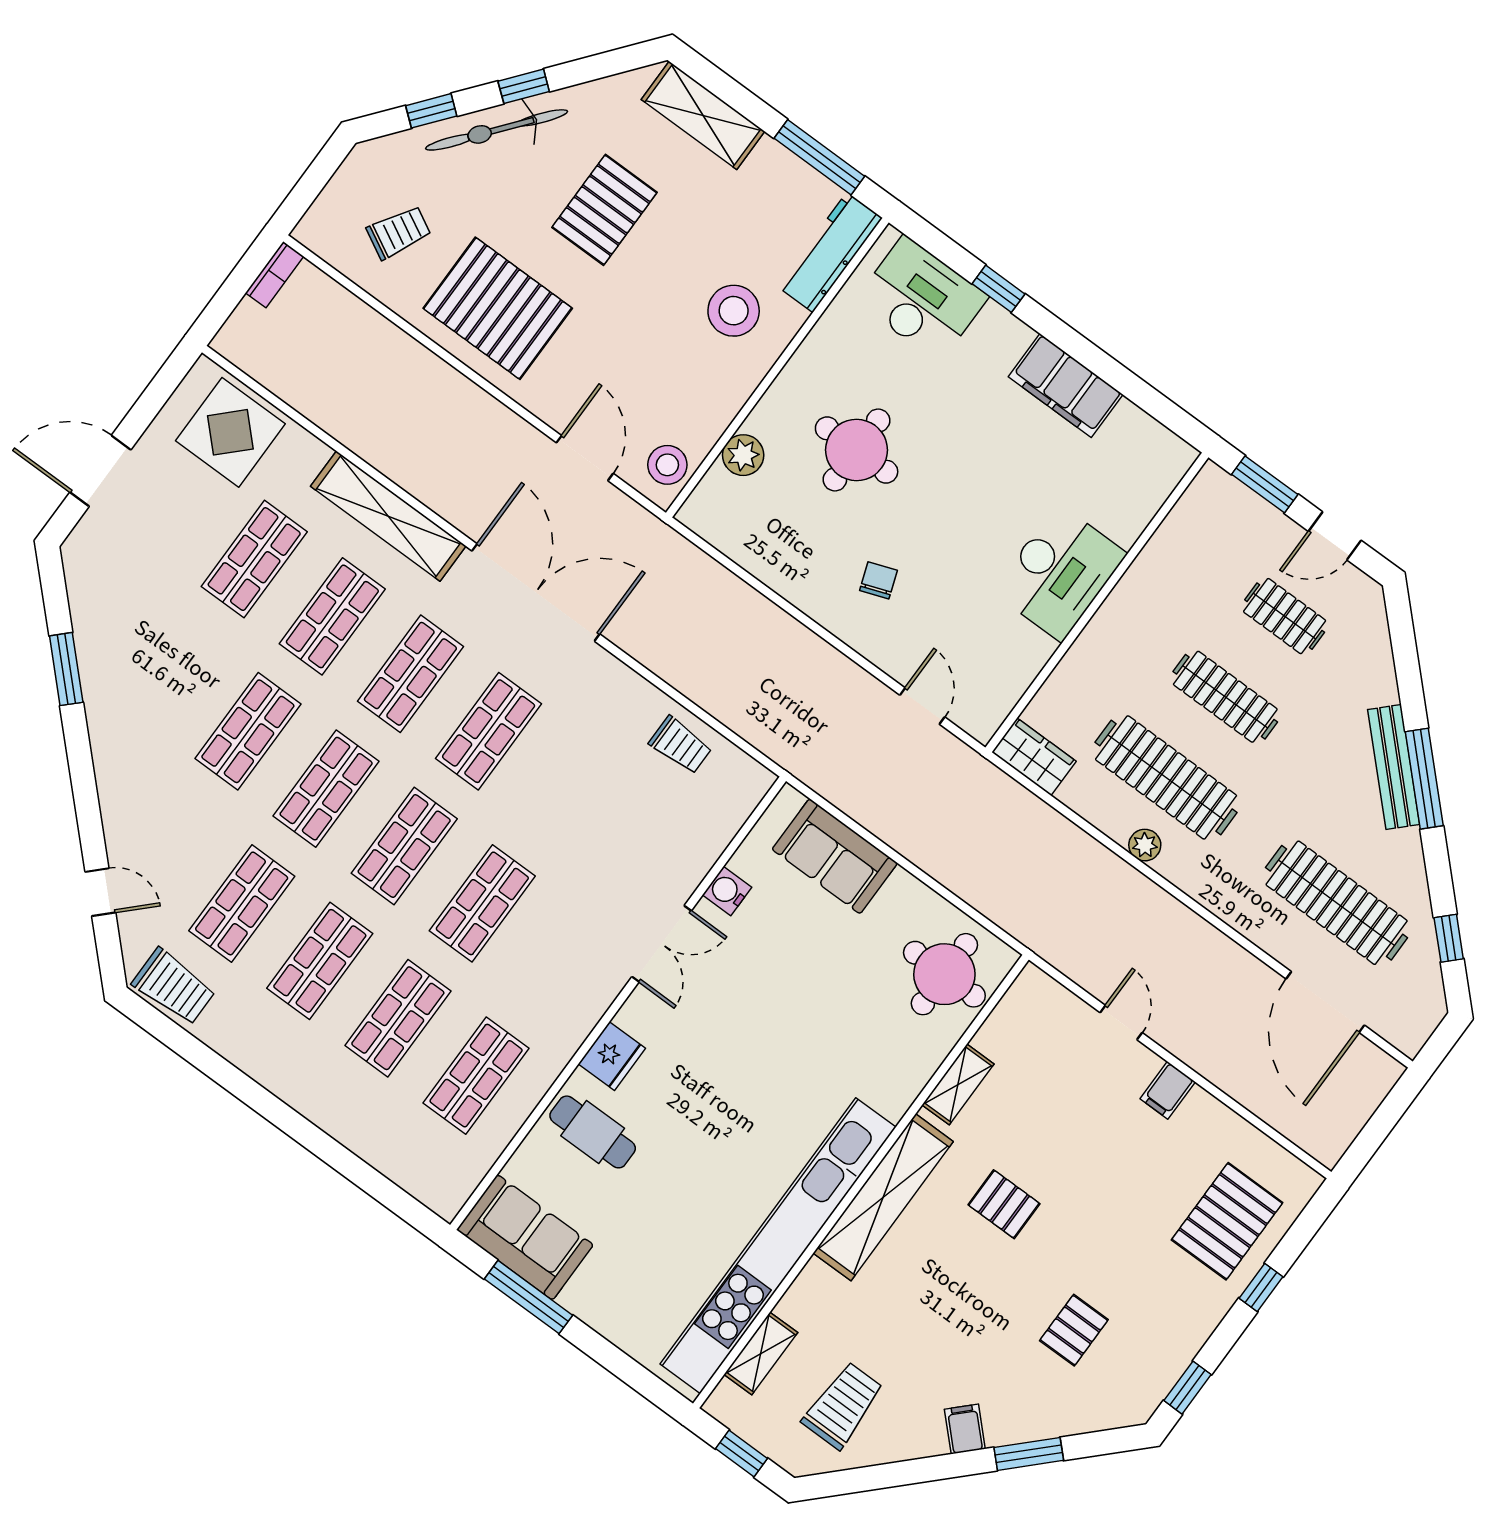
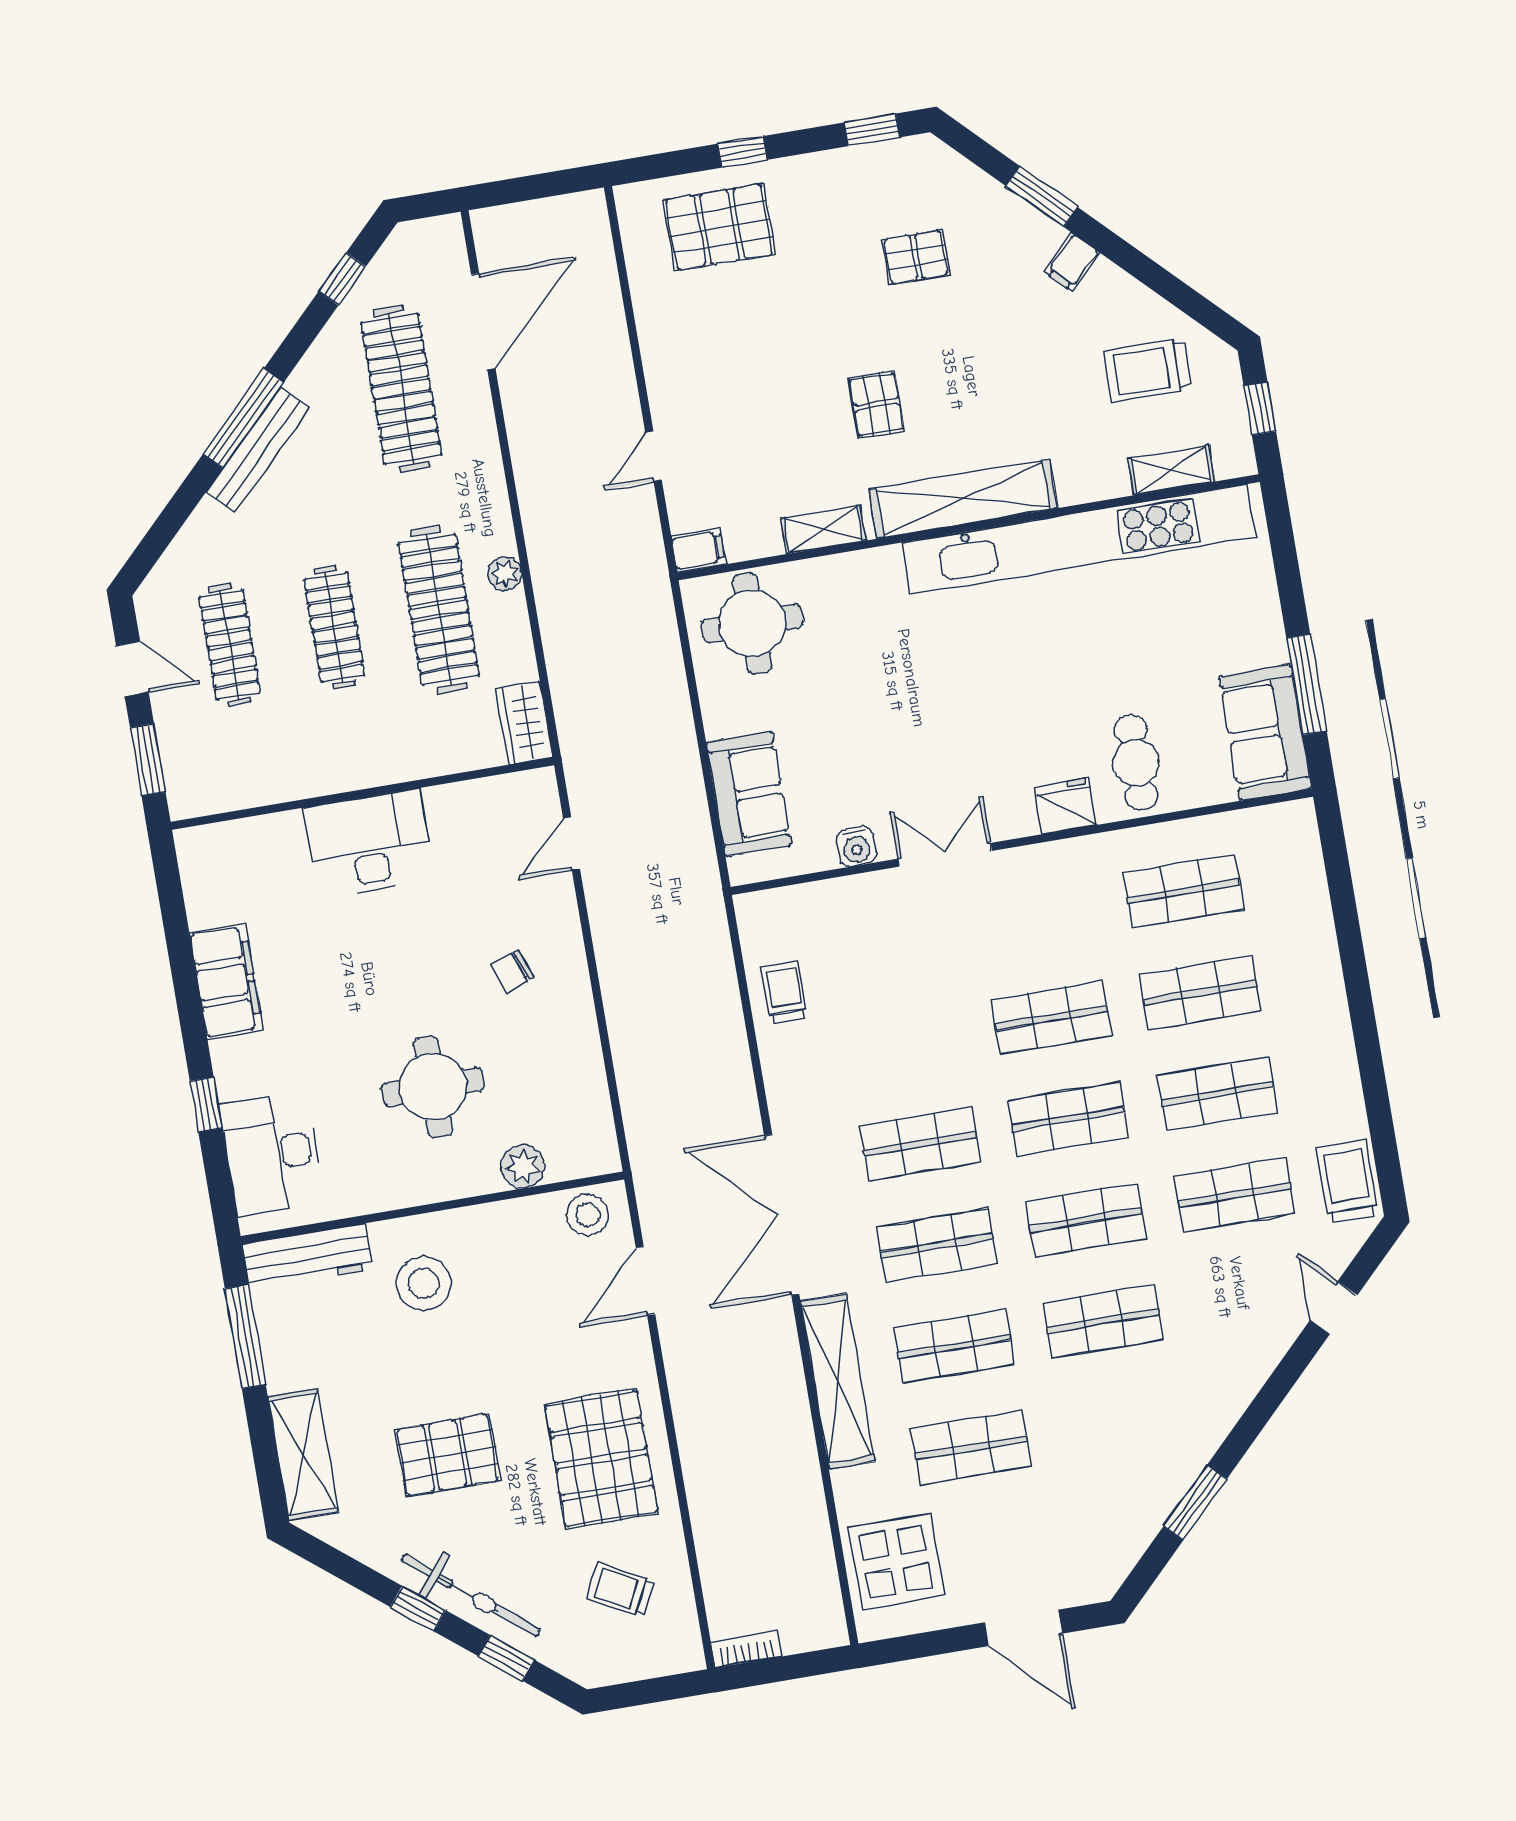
clothes rail: (1285, 616) -> (230, 645), width x1.36
filing cabinet: (1168, 1090) -> (698, 550), moved

